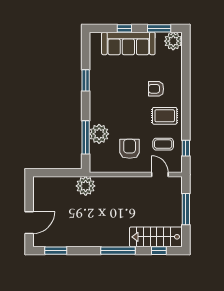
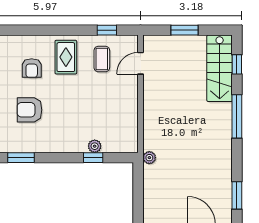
plant: (99, 134) -> (95, 146), width x0.53, depth x0.53
window: (86, 137) -> (93, 158), width x0.46
armchair: (130, 149) -> (29, 110), moved
plant: (86, 186) -> (149, 158), width x0.53, depth x0.53
window: (186, 209) -> (184, 30), width x0.69

